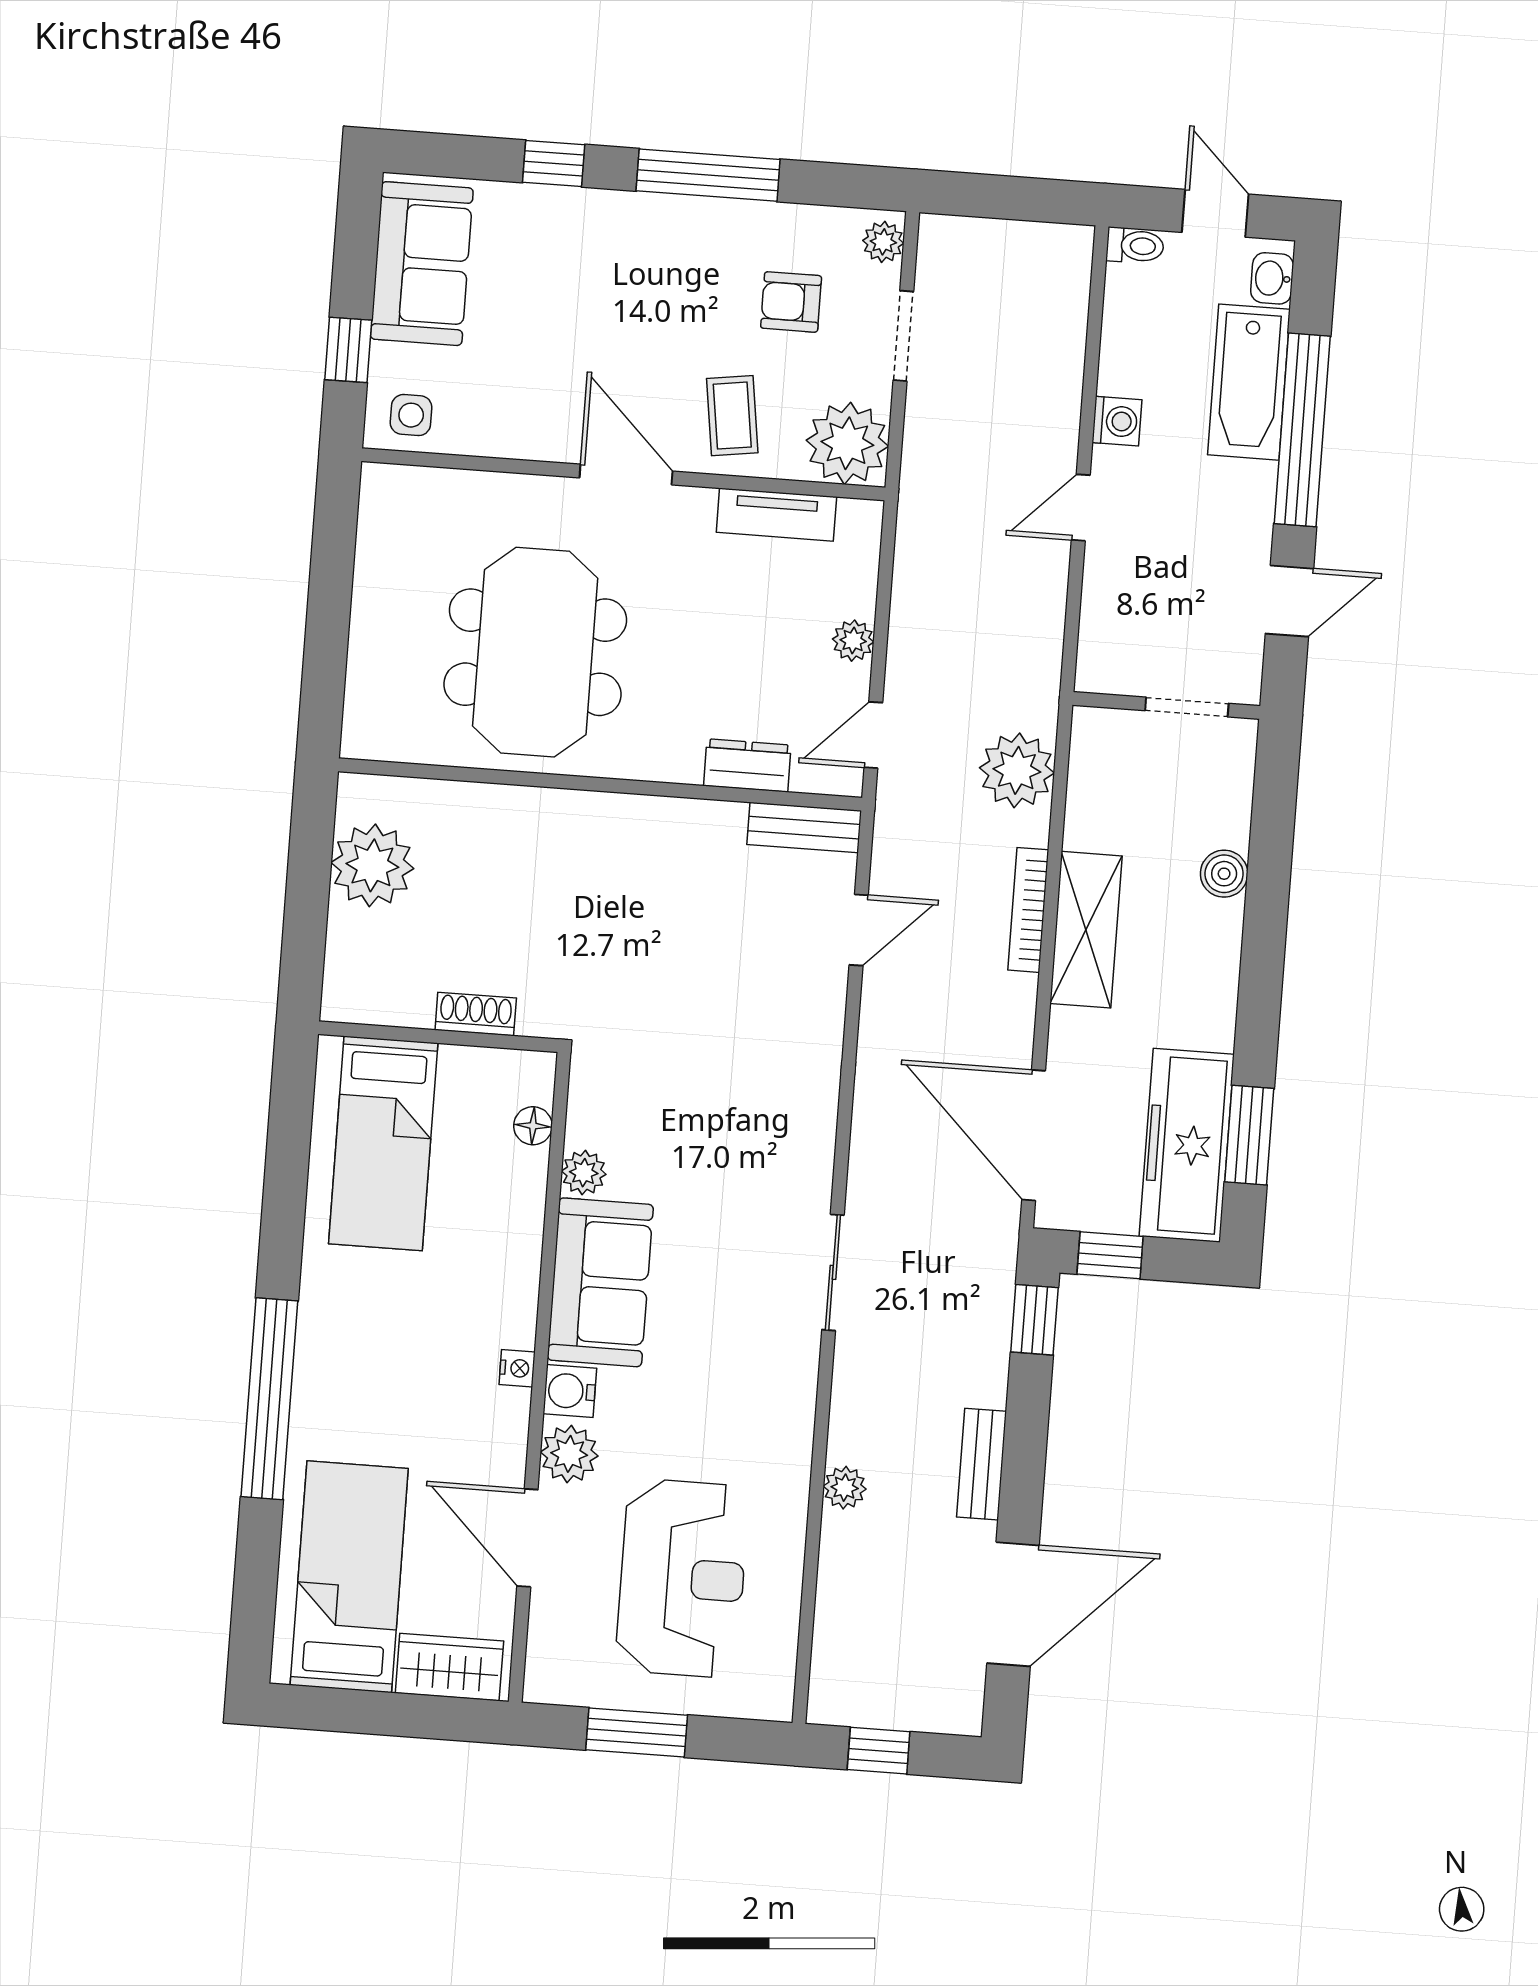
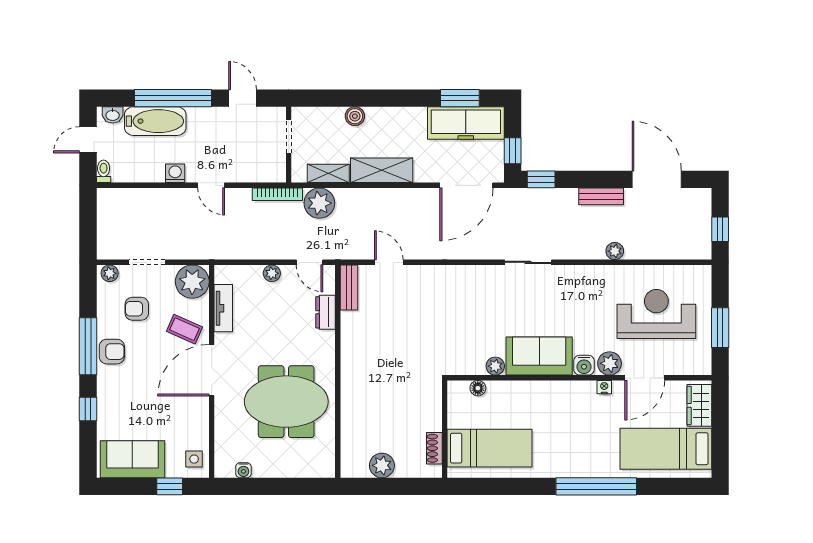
armchair: (690, 233) -> (112, 352), added
armchair: (791, 302) -> (137, 309), turned 90
coffee table: (732, 416) -> (185, 329), turned 32
door: (626, 475) -> (212, 370), width x1.36
water cooler: (374, 534) -> (243, 470), added
shelving: (1088, 798) -> (328, 173), added
plant: (372, 865) -> (382, 465), width x0.73, depth x0.73
bookcase: (1028, 910) -> (277, 194), moved
shoe rack: (476, 1014) -> (434, 448), moved
nightstand: (517, 1368) -> (604, 387), moved

